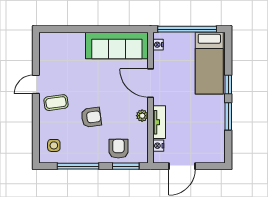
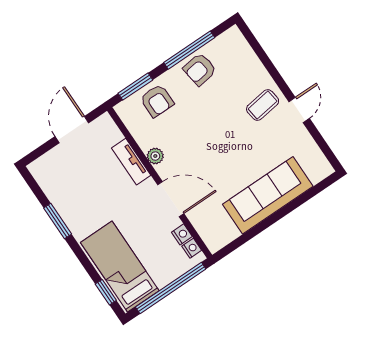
sofa: (117, 45) -> (268, 195), moved
window: (228, 84) -> (106, 292), moved
armchair: (91, 117) -> (200, 69), moved
side table: (54, 145) -> (232, 55), removed
nightstand: (158, 146) -> (182, 234), moved

